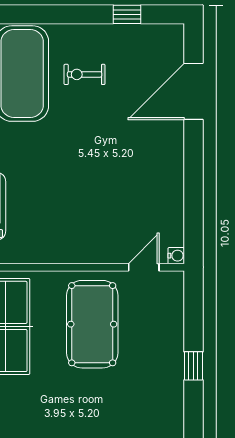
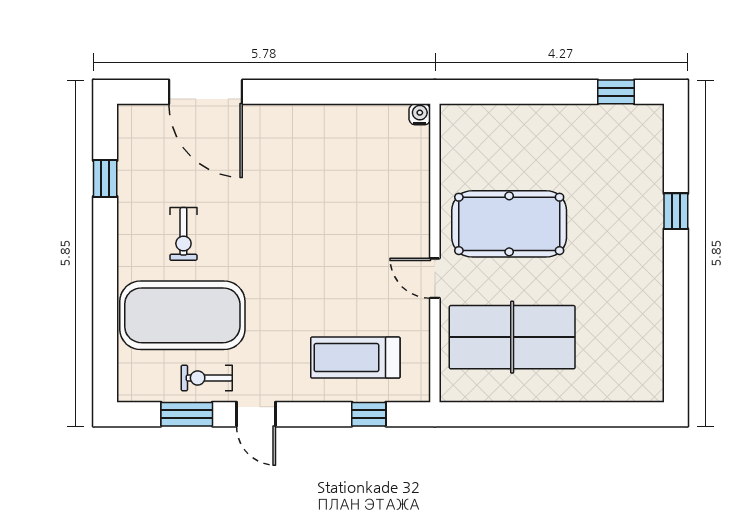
door: (144, 267) -> (435, 278), moved
window: (193, 366) -> (616, 92), moved

